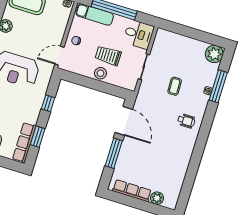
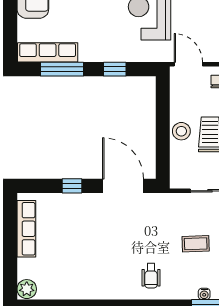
door: (124, 121) -> (123, 186), swing flipped
window: (38, 137) -> (62, 69), width x1.44
window: (114, 153) -> (72, 186), width x0.46
plant: (157, 198) -> (27, 289), moved

